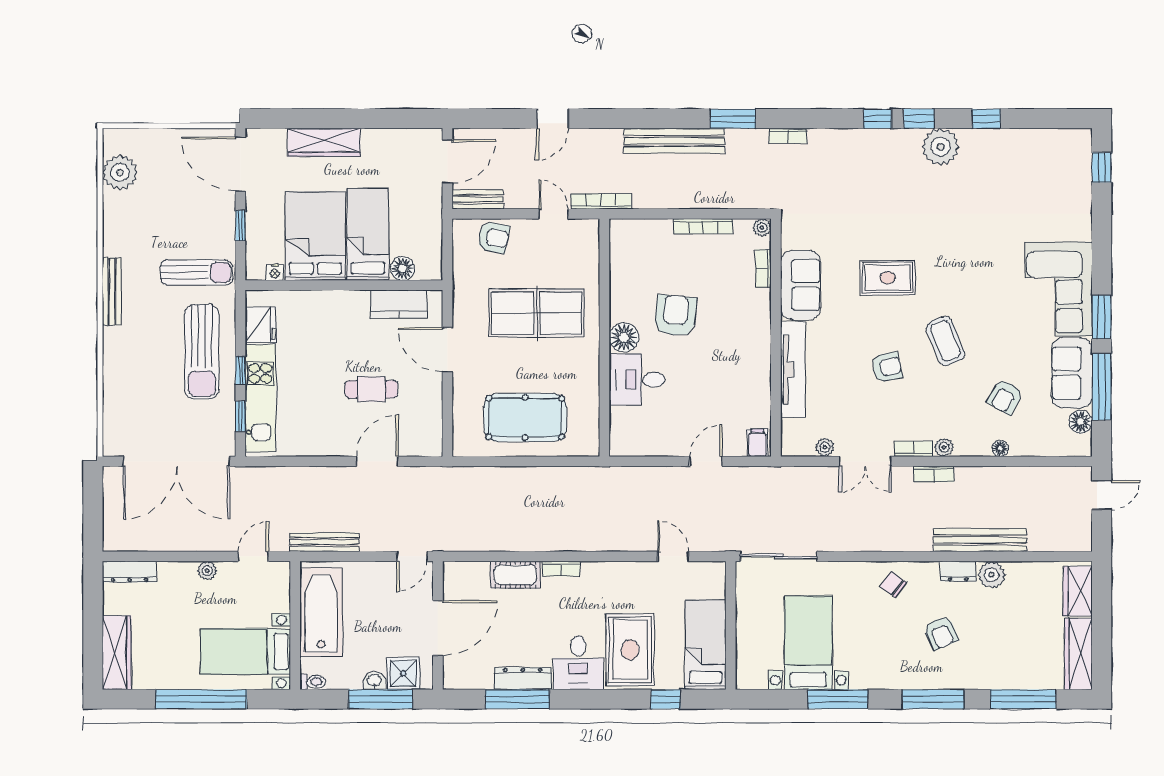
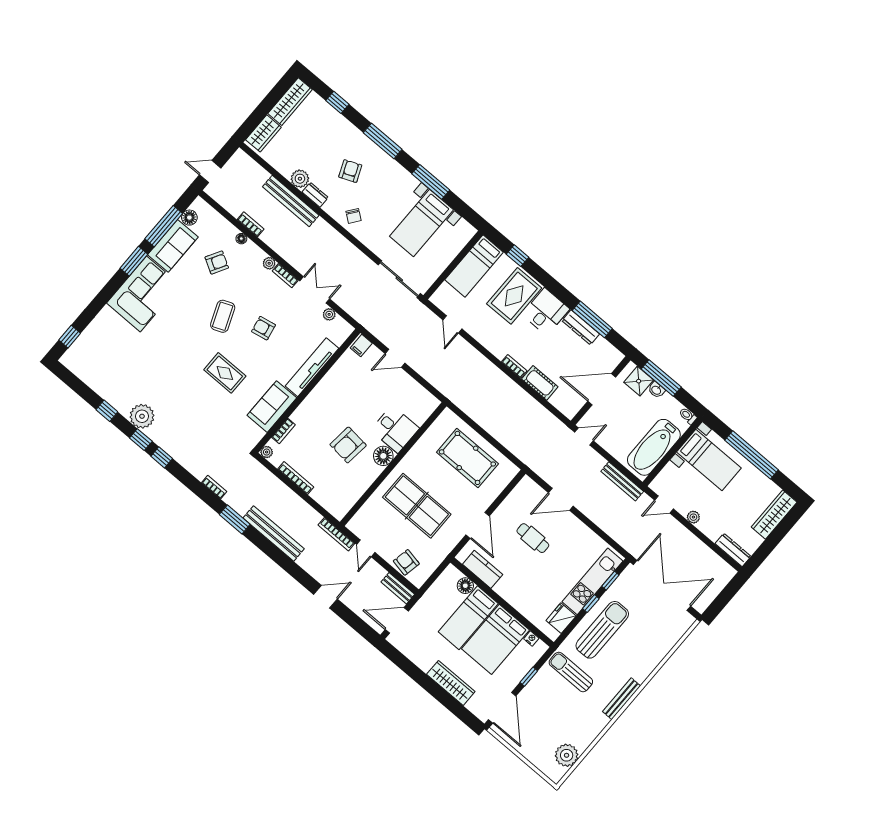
bookcase: (934, 474) -> (251, 224), moved
window: (1023, 699) -> (337, 102), width x0.46

